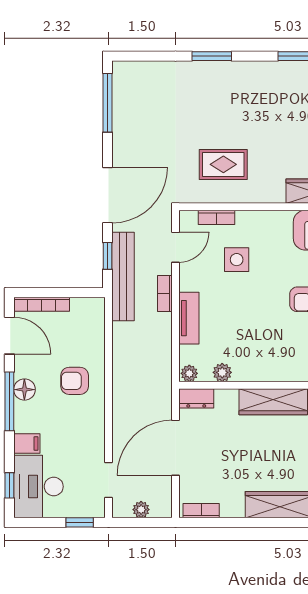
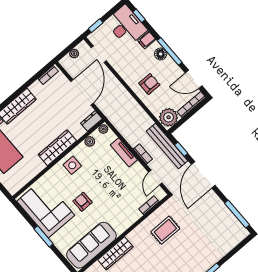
side table: (237, 260) -> (72, 165), moved
plant: (88, 313) -> (169, 117), added
floor lamp: (24, 390) -> (161, 54), moved

